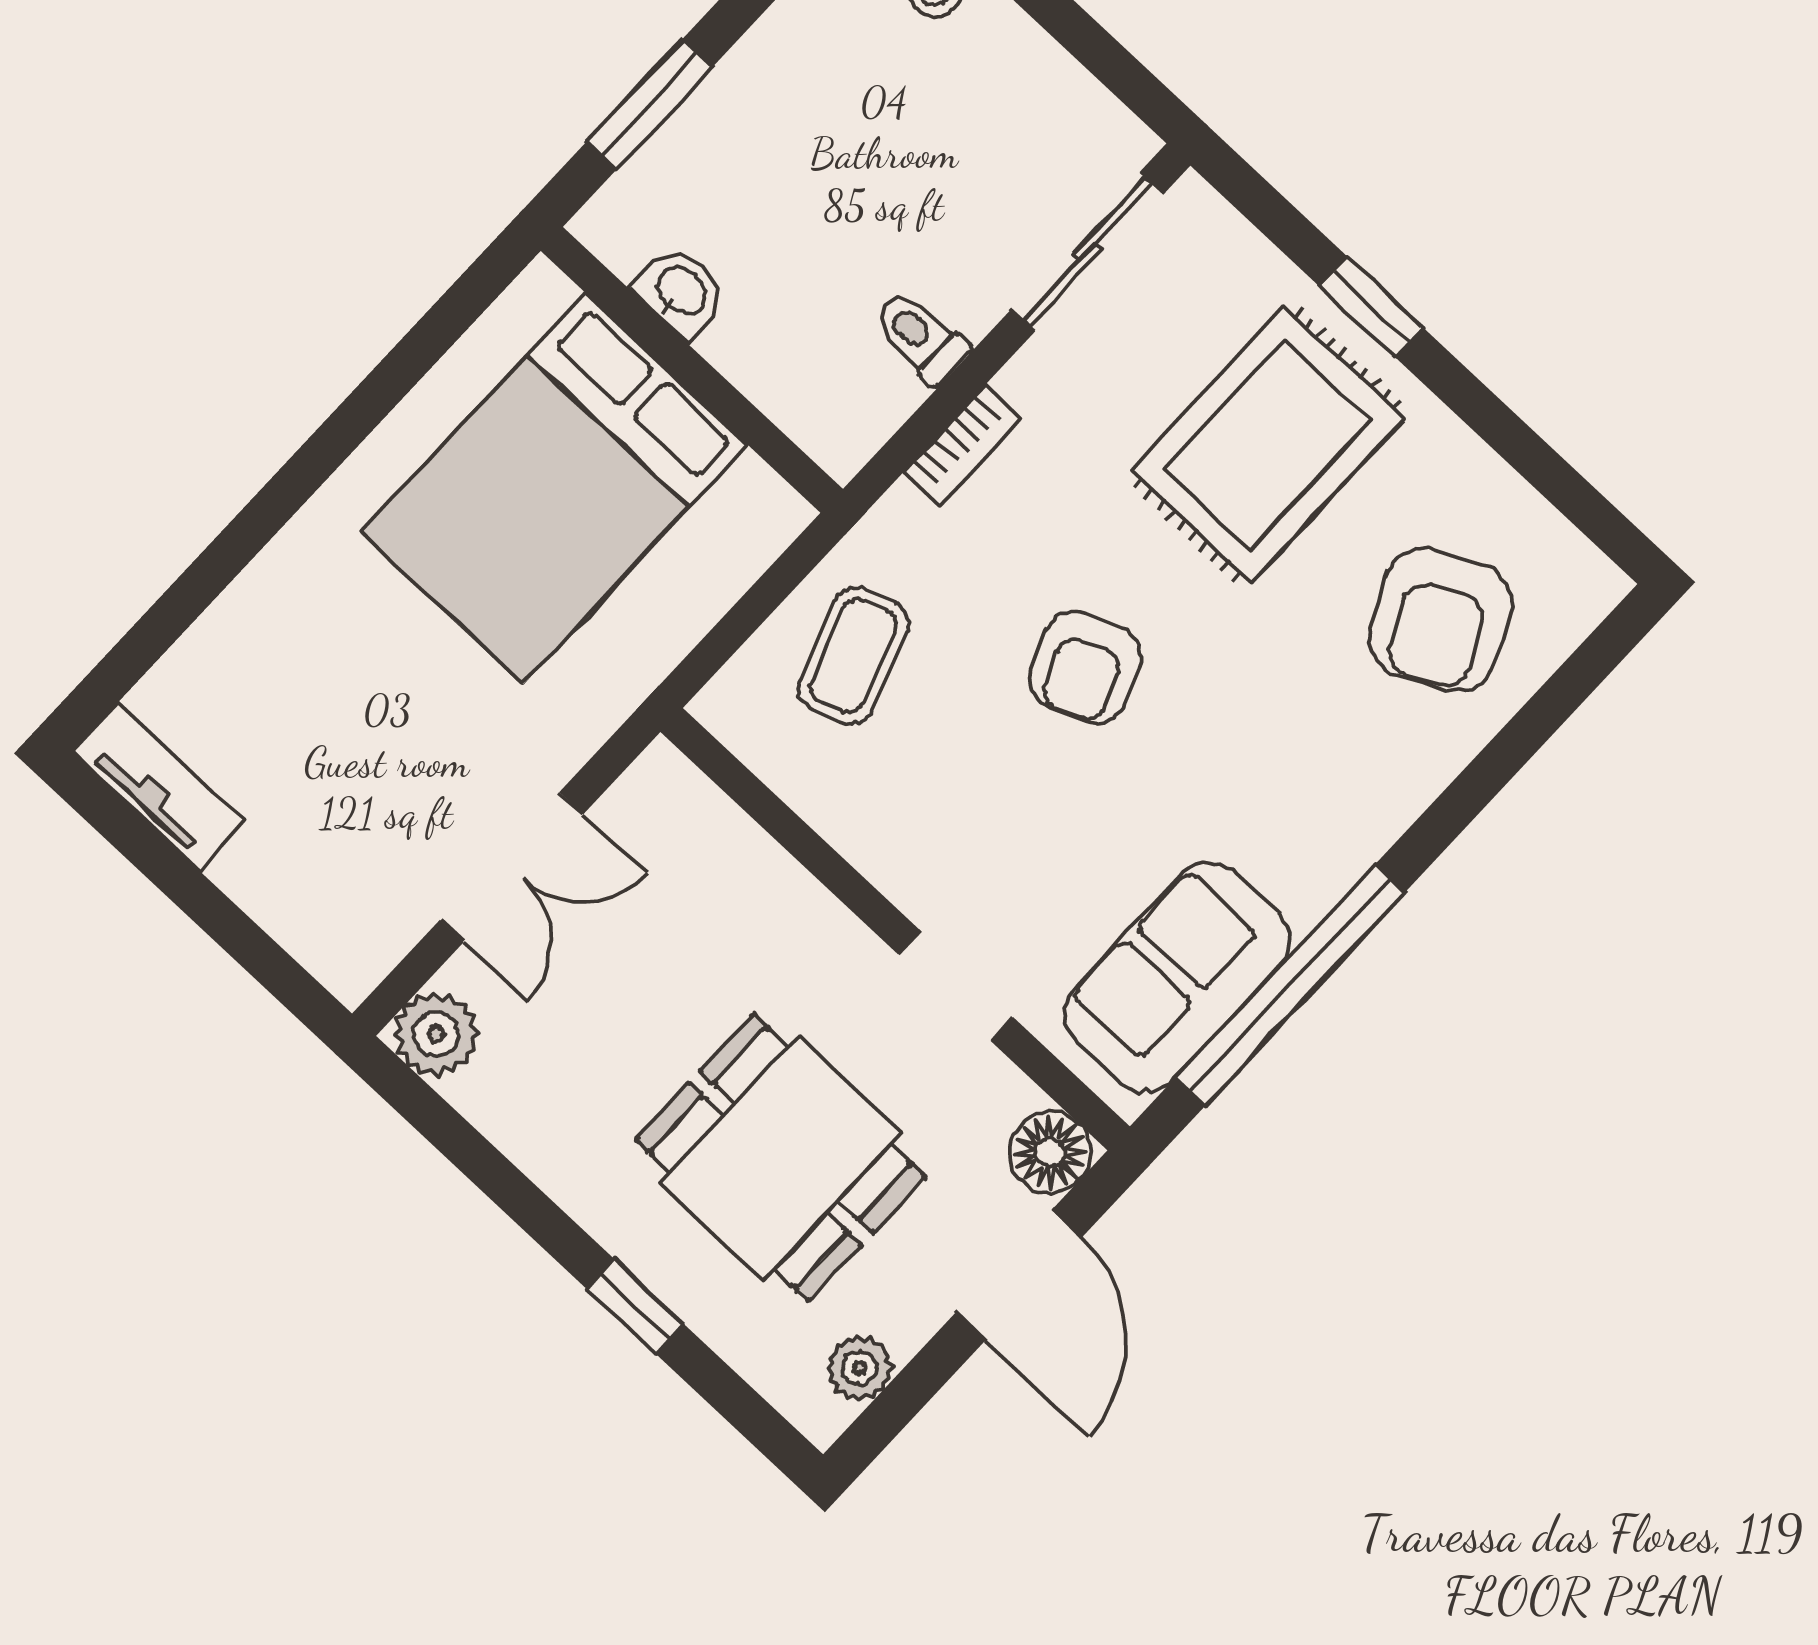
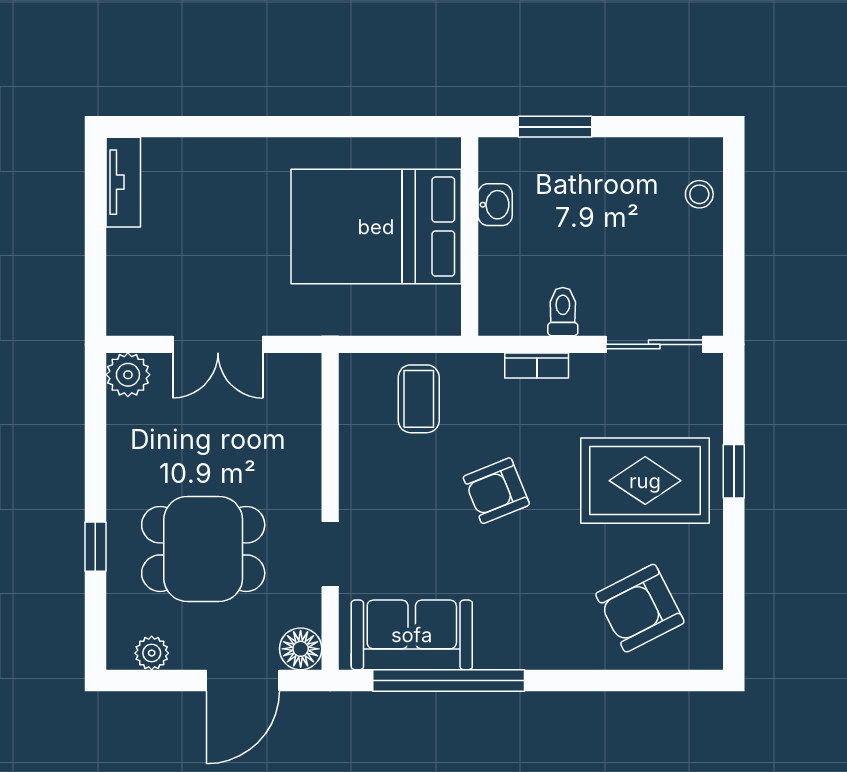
coffee table: (853, 656) -> (419, 399), turned -71
dining table: (781, 1158) -> (203, 549), turned 90

